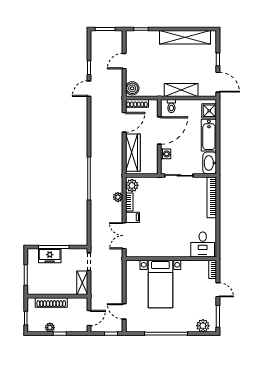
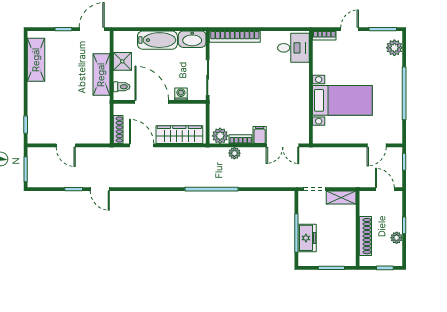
shelving: (185, 37) -> (36, 60), width x0.68
boiler: (132, 88) -> (99, 135), removed
shower: (209, 111) -> (122, 61), moved

